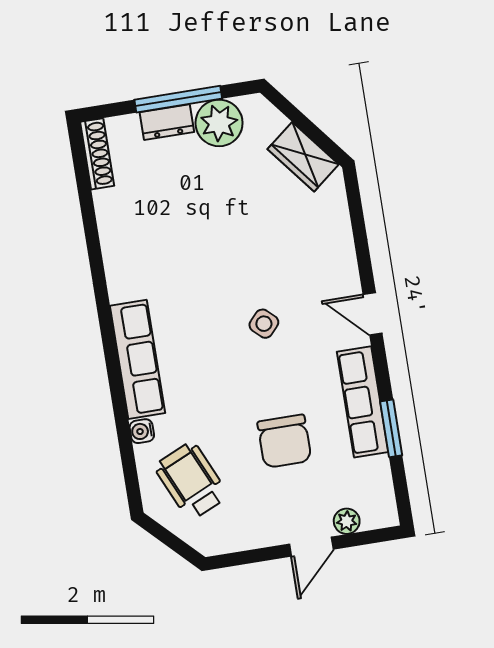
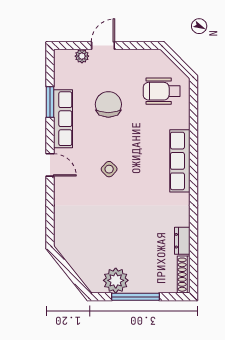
dresser: (167, 122) -> (182, 241), moved, turned -90
wardrobe: (303, 157) -> (74, 255), removed
water cooler: (142, 431) -> (184, 122), removed
wheelchair: (191, 481) -> (162, 91), turned 114

